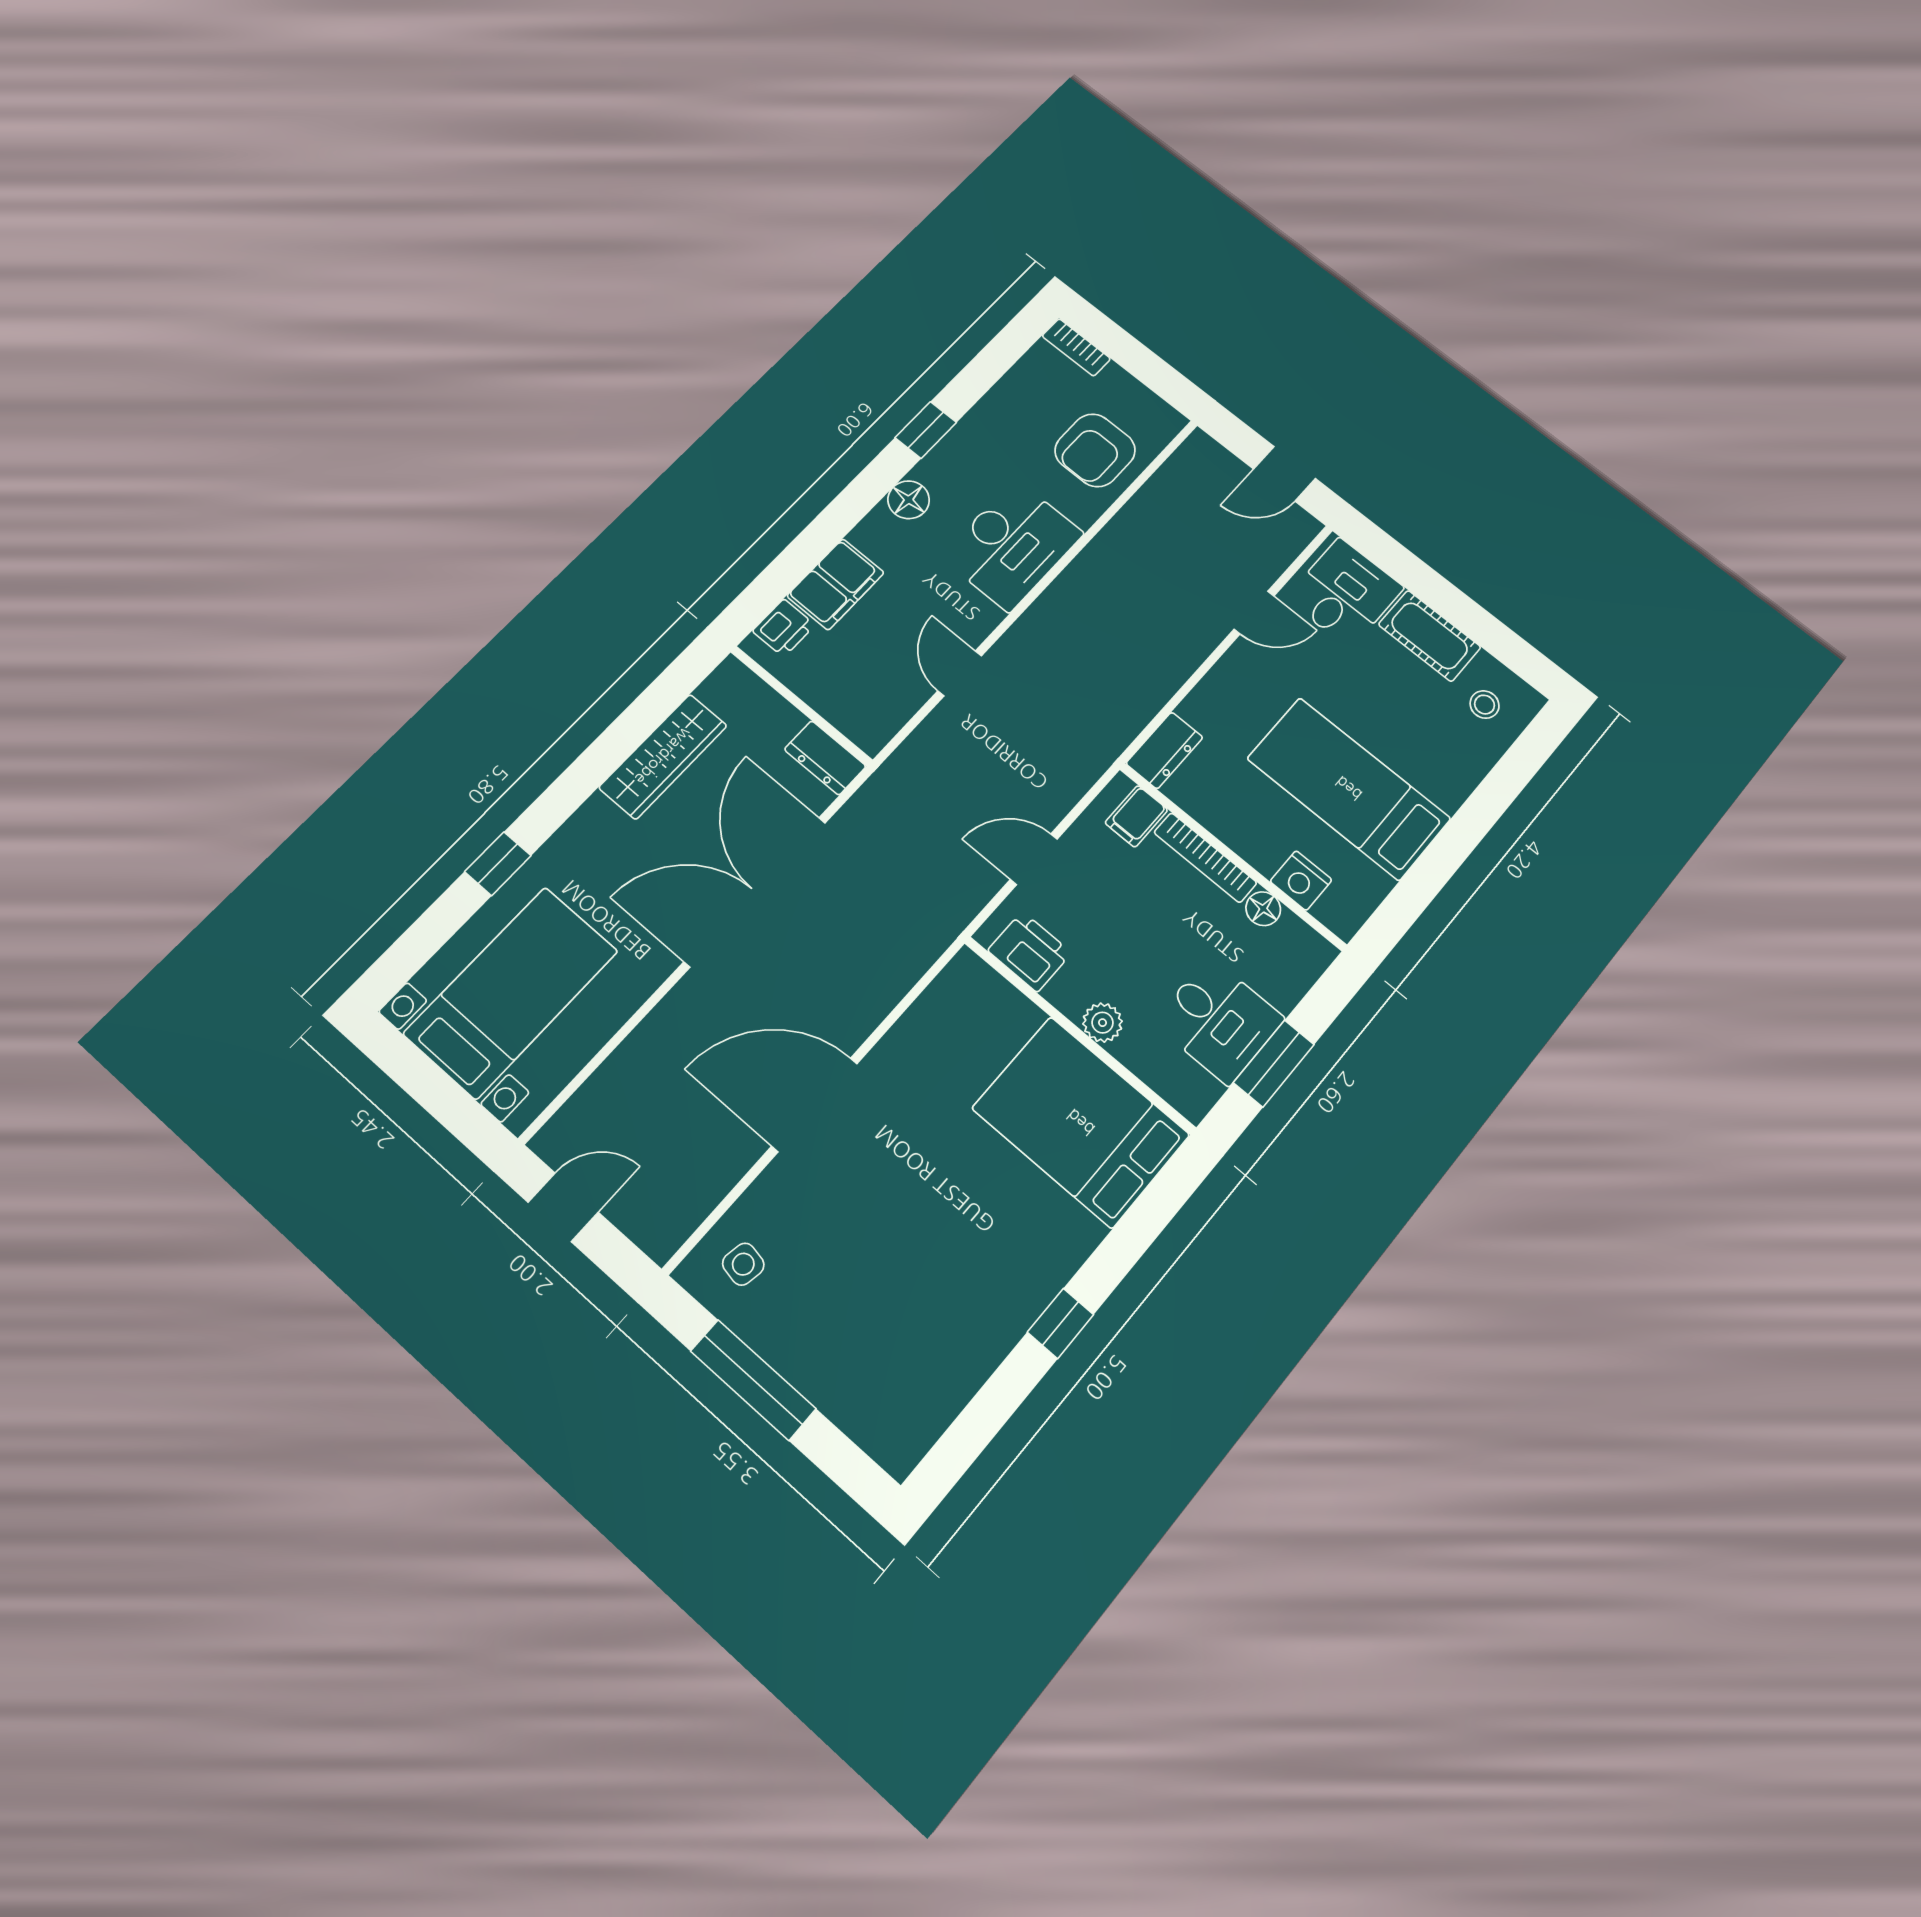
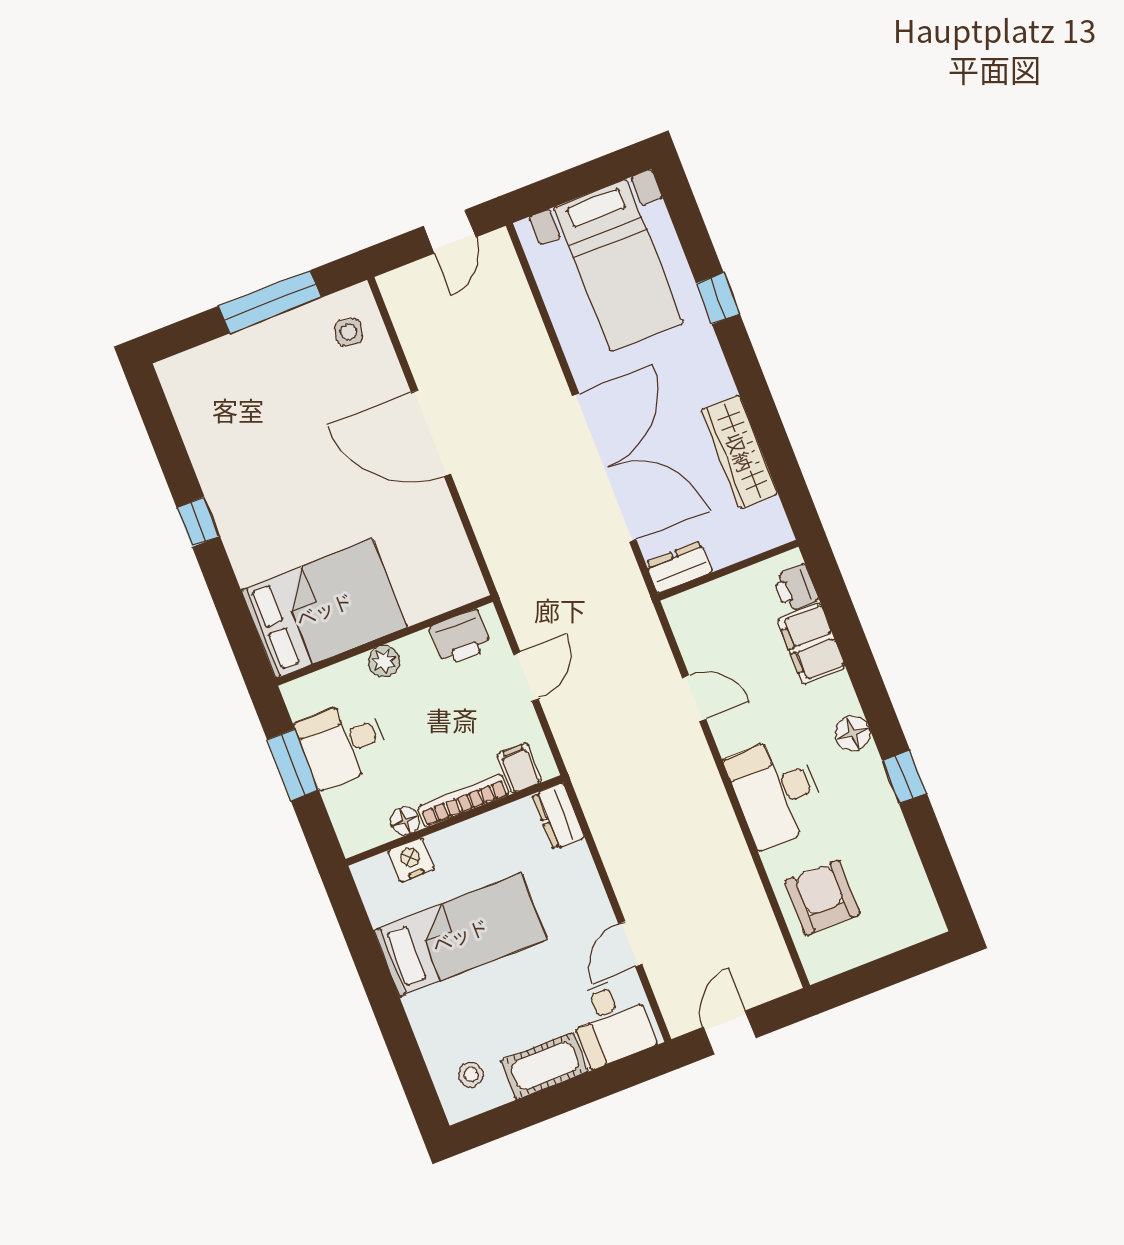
bookcase: (1076, 347) -> (917, 931), removed
door: (815, 1105) -> (431, 433), swing flipped

